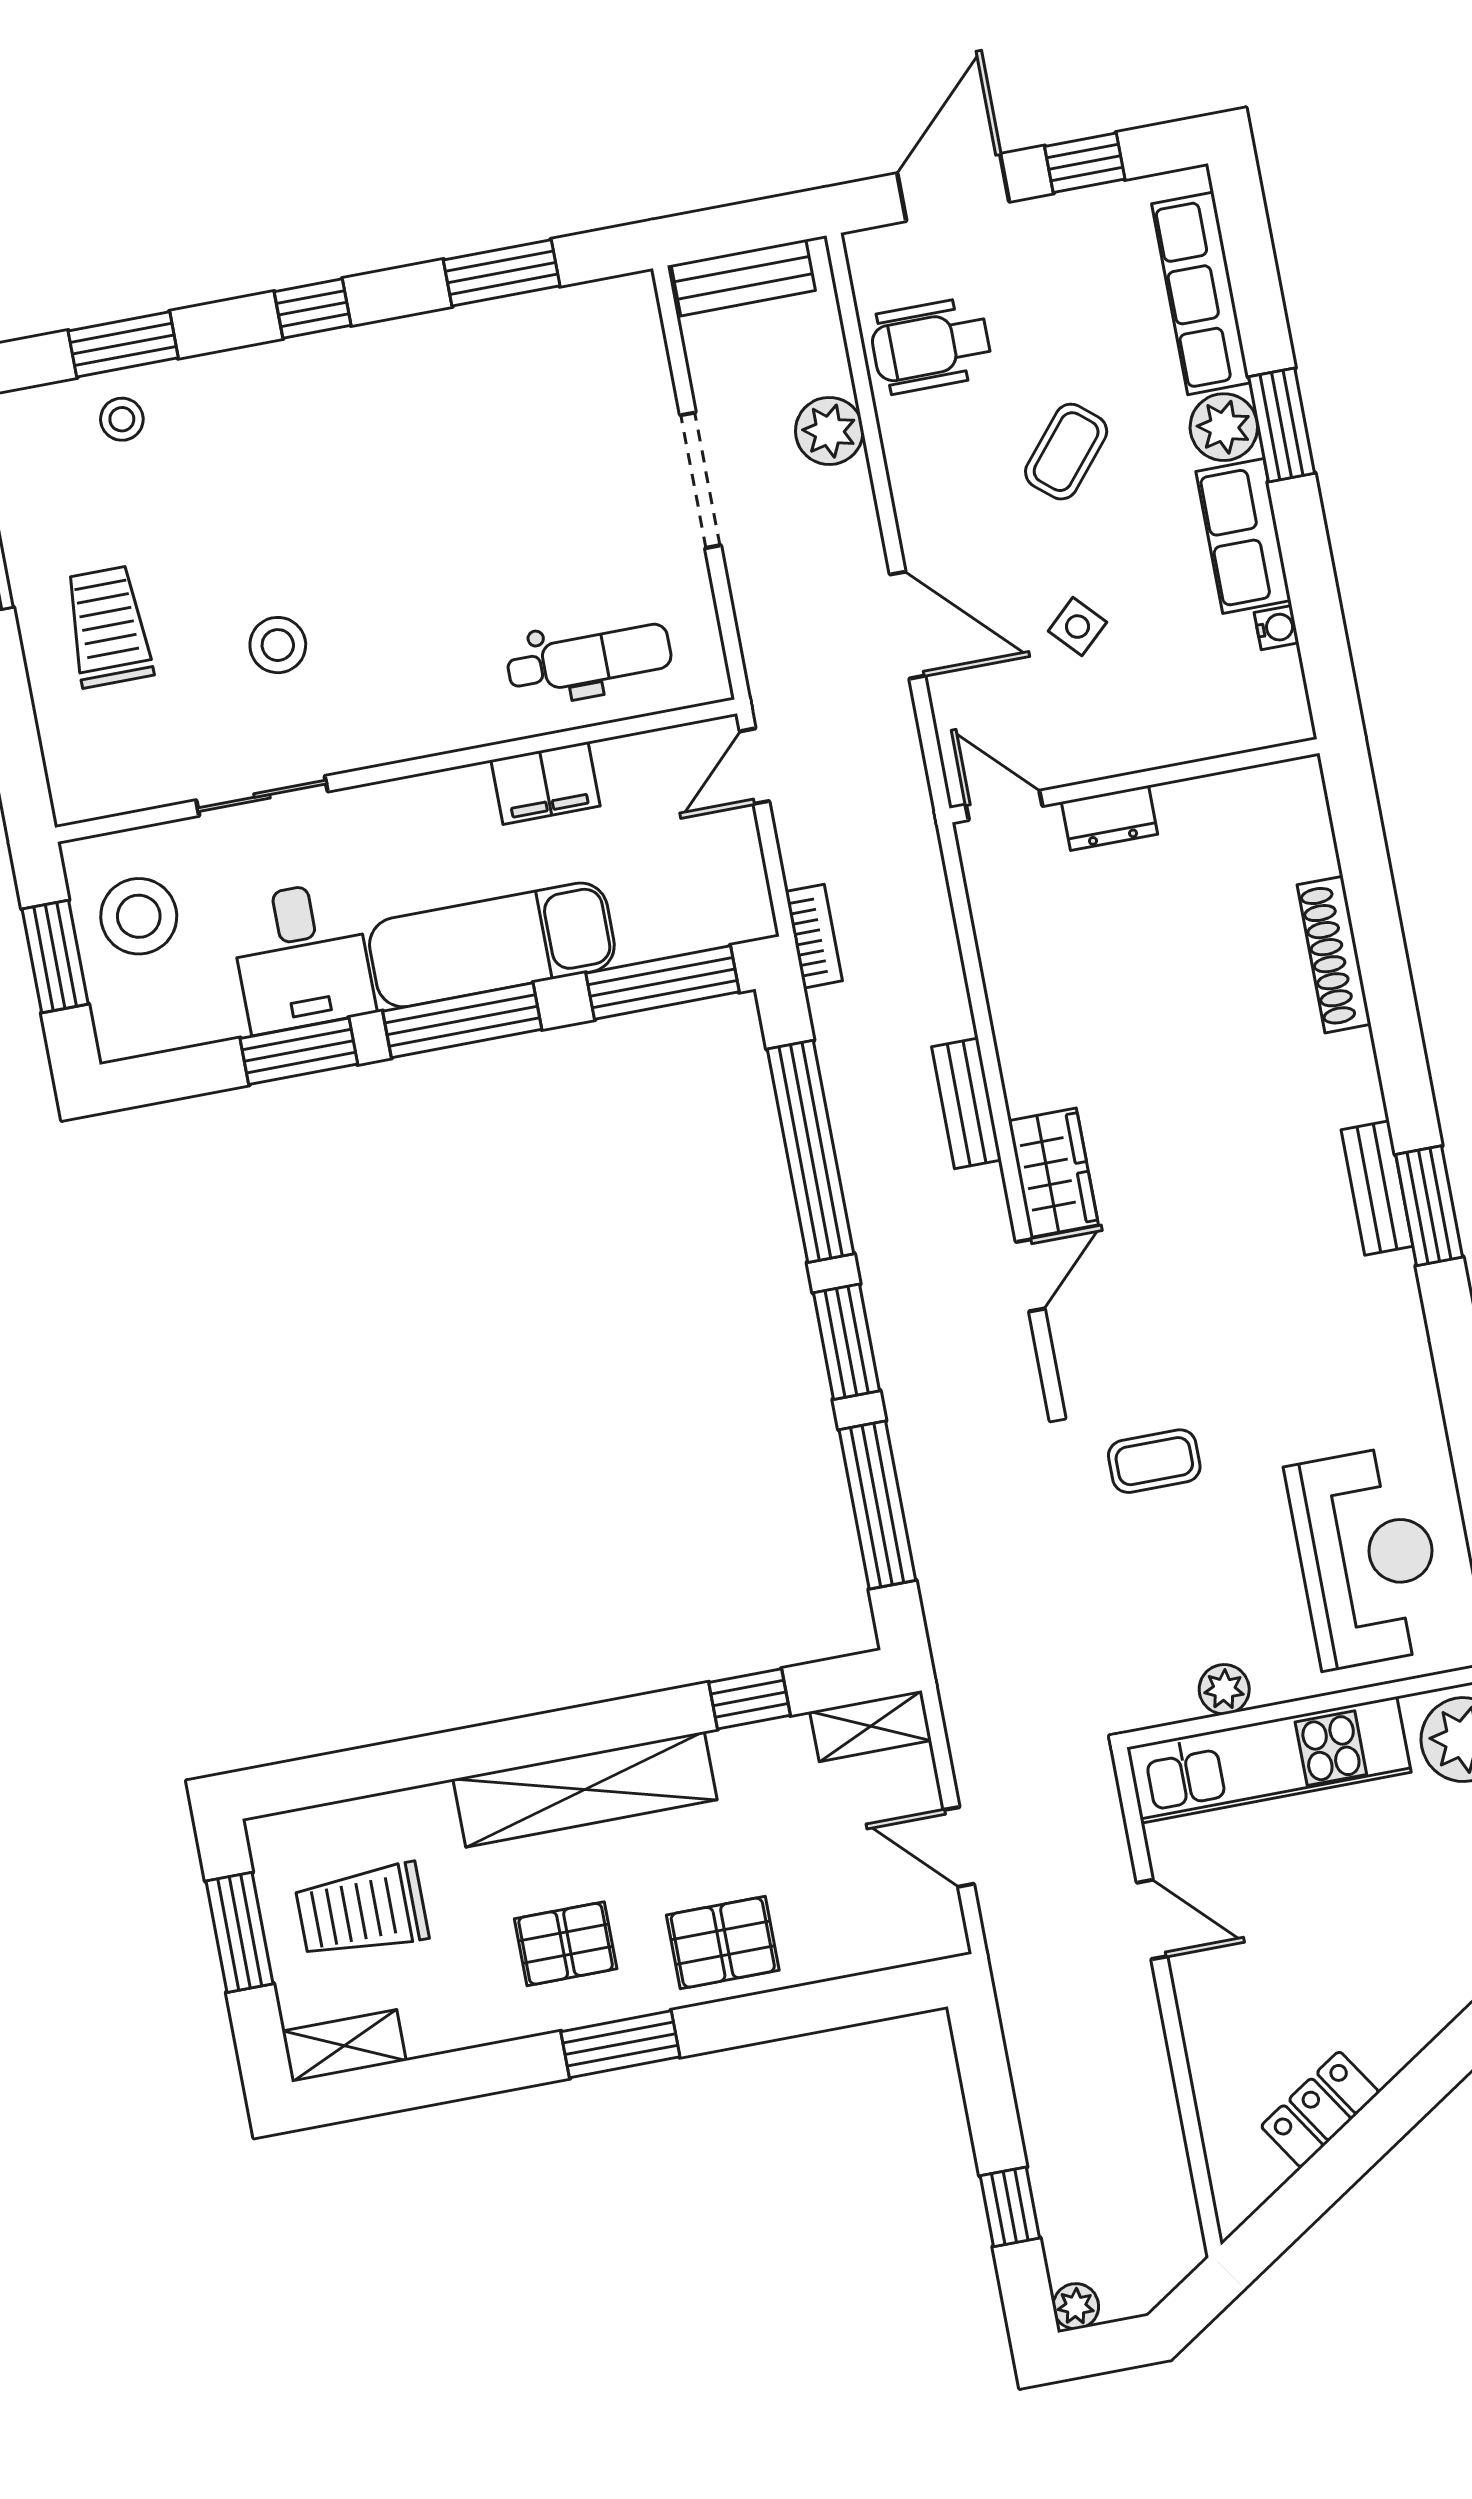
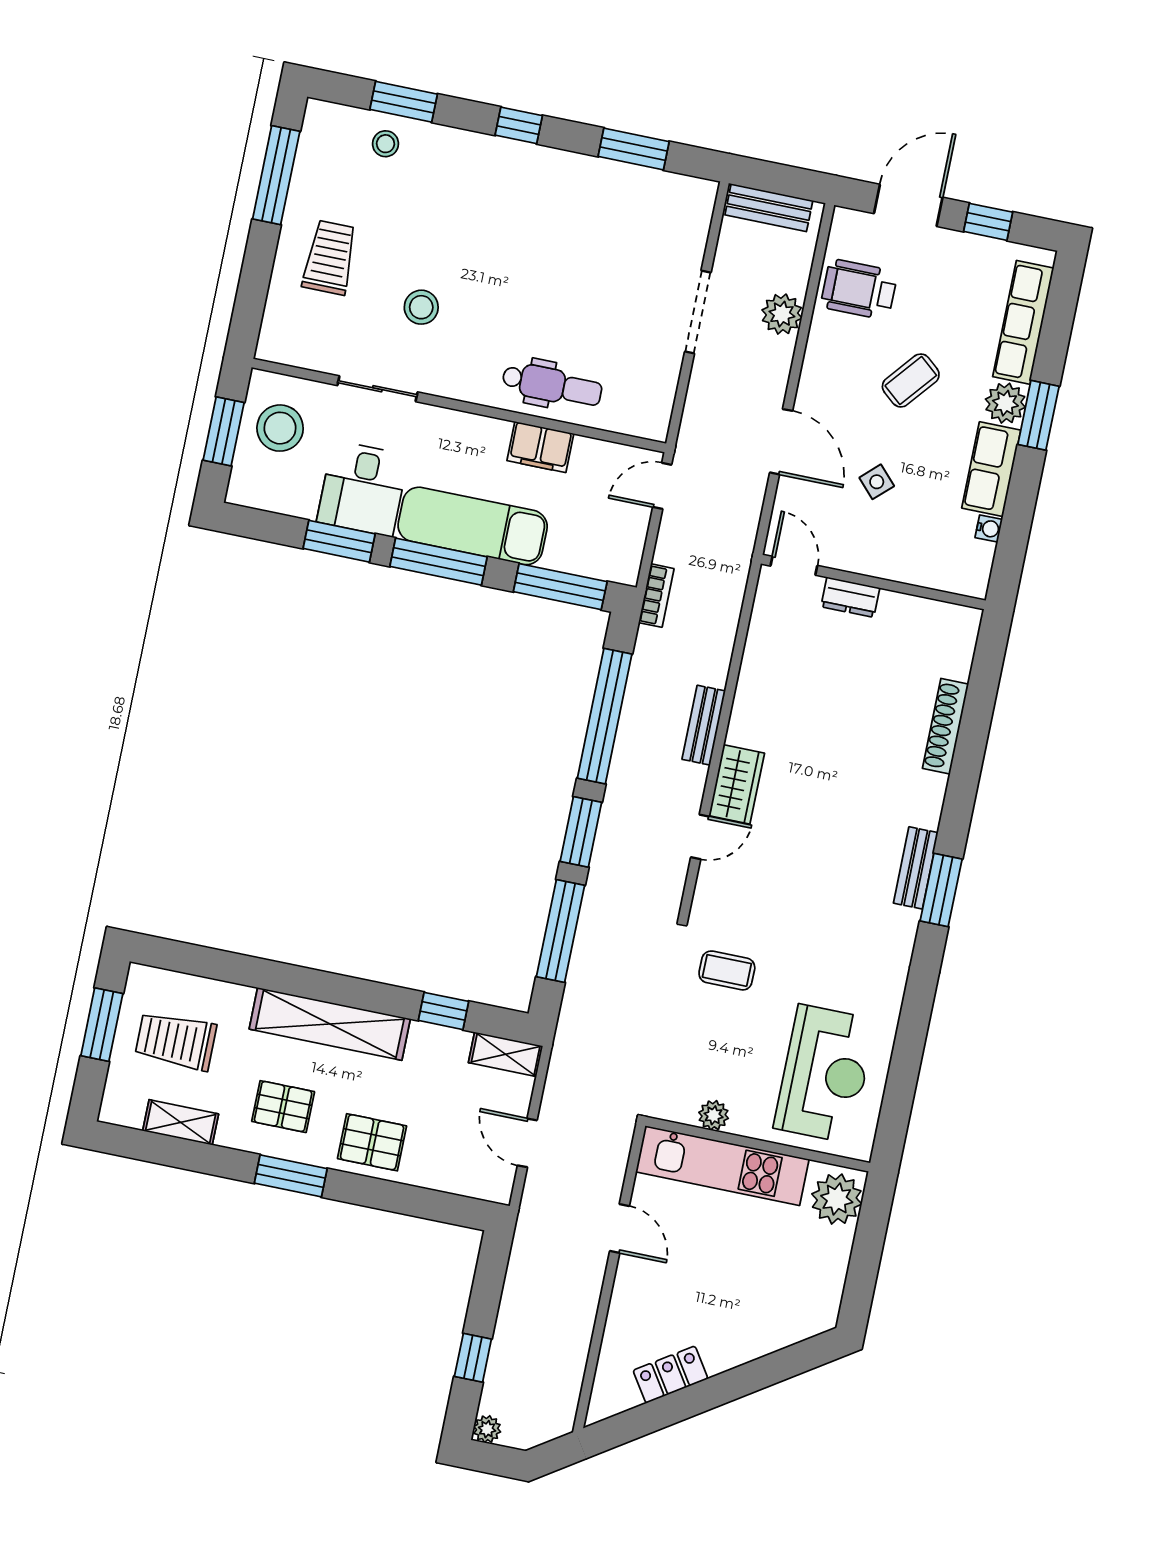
dental chair: (589, 659) -> (552, 385), moved
shelving: (344, 2046) -> (181, 1122), moved

